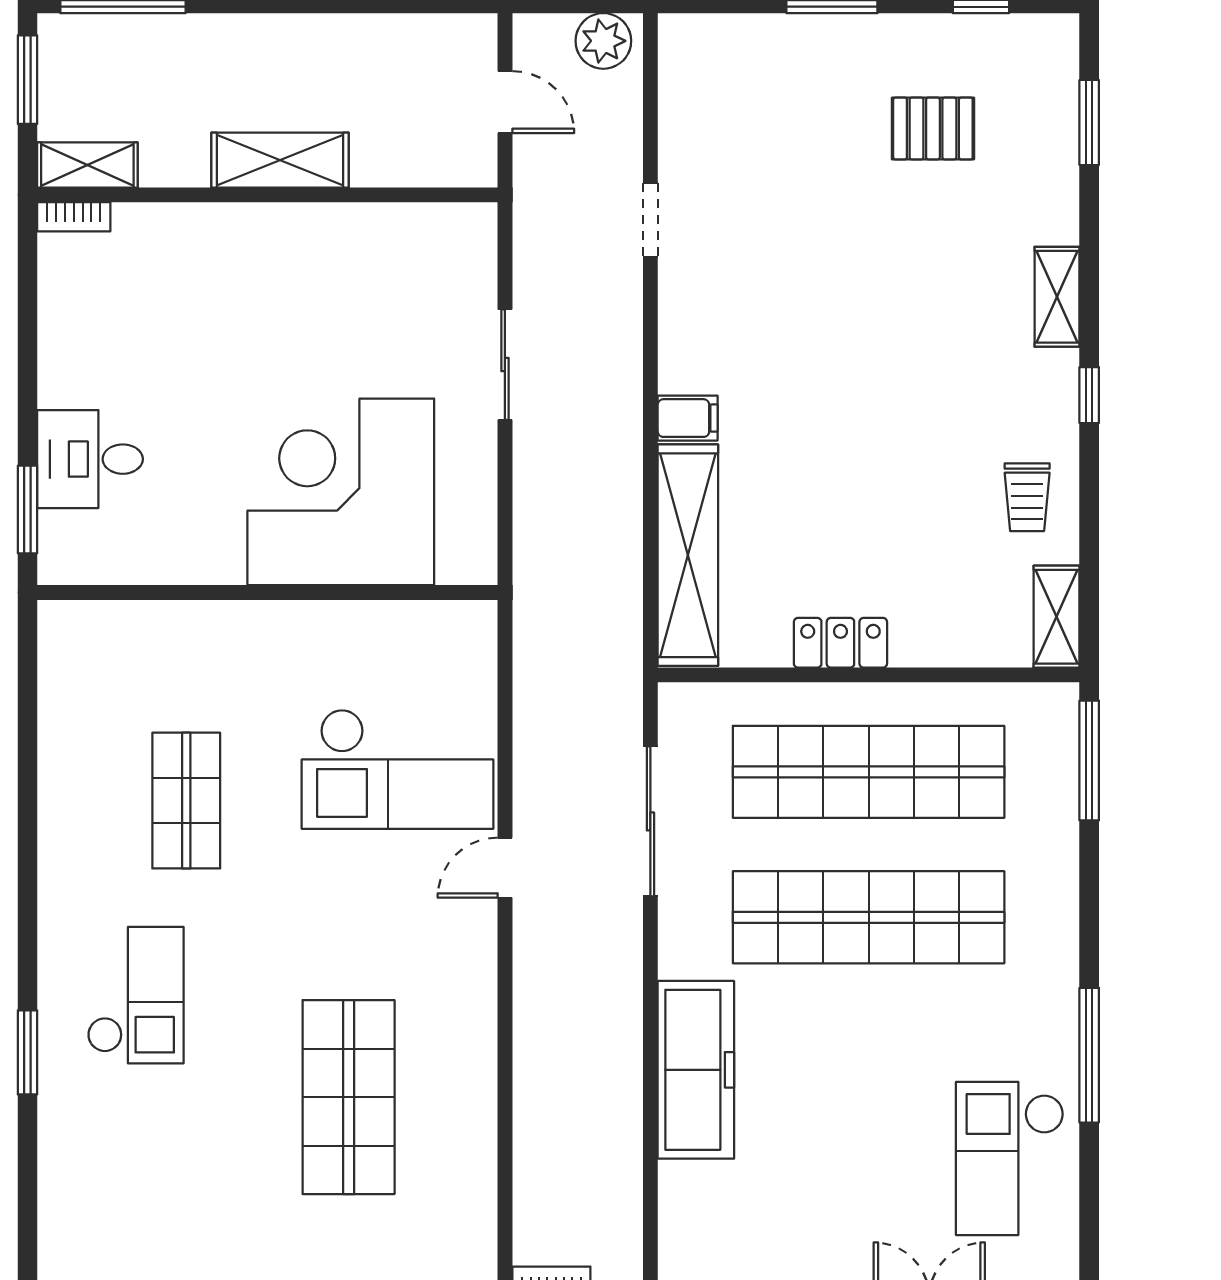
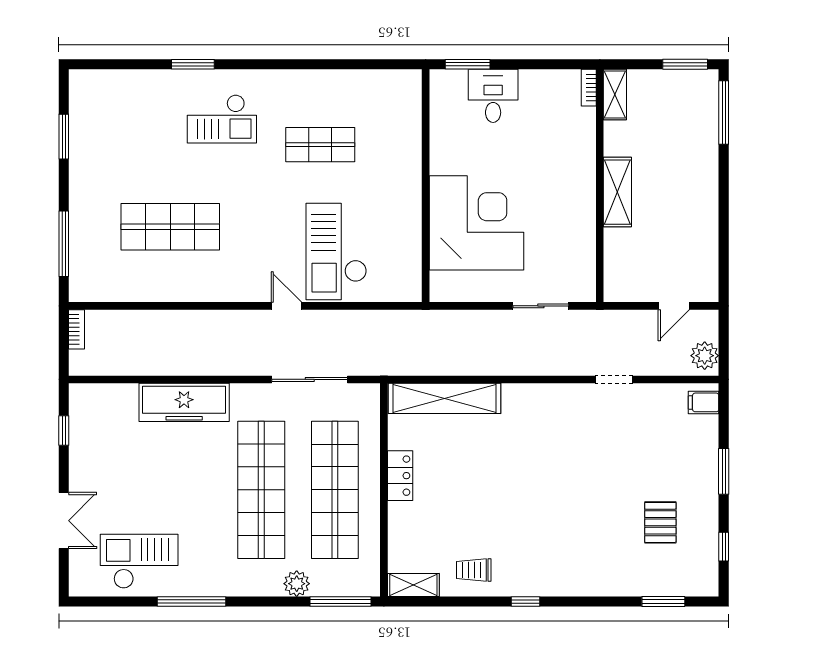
shelving: (280, 160) -> (617, 192), moved
shelving: (87, 165) -> (615, 95), moved
wall: (267, 195) -> (600, 186), moved
bookcase: (74, 217) -> (589, 88), moved
shelving: (1057, 297) -> (575, 585), removed
filing cabinet: (688, 418) -> (704, 402), moved, turned 90
plant: (1054, 847) -> (297, 584), added

